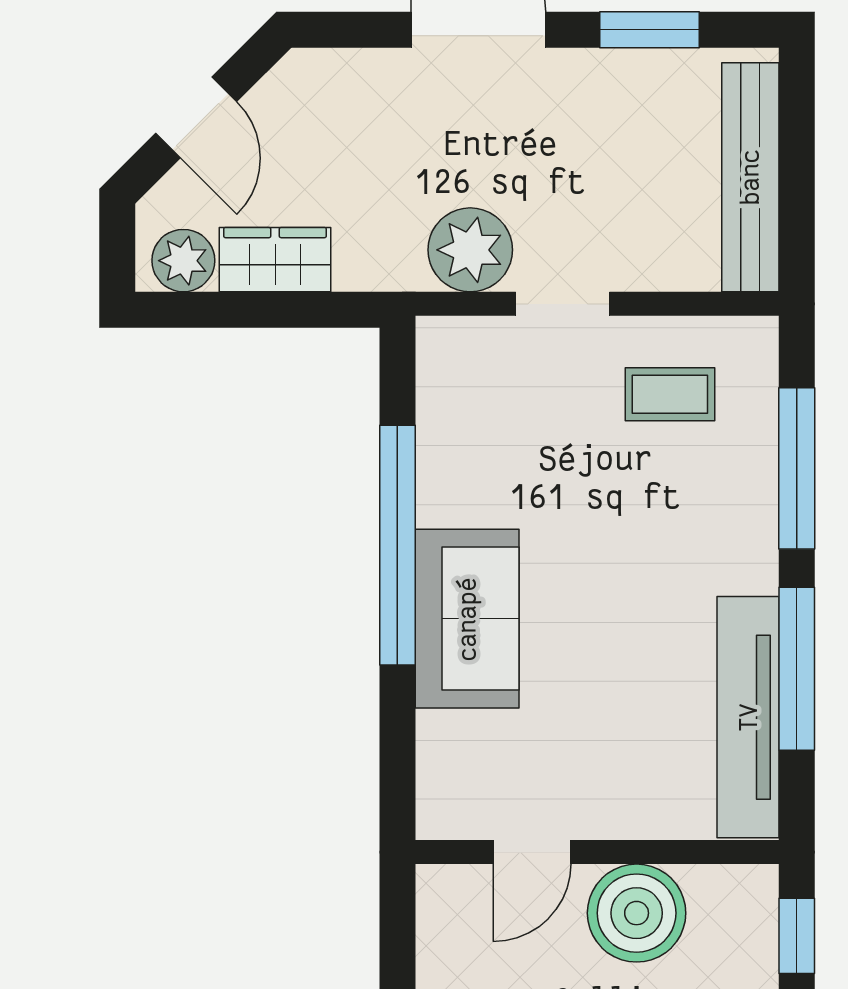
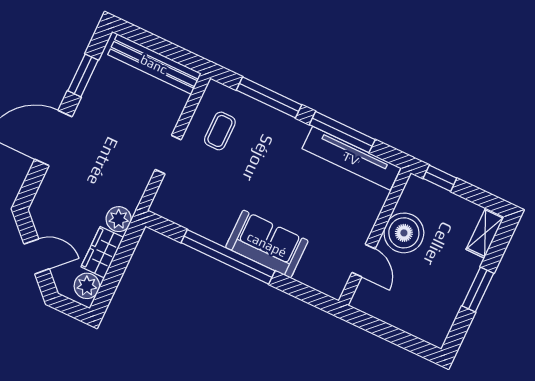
plant: (470, 250) -> (119, 219), moved, width x0.73, depth x0.73

